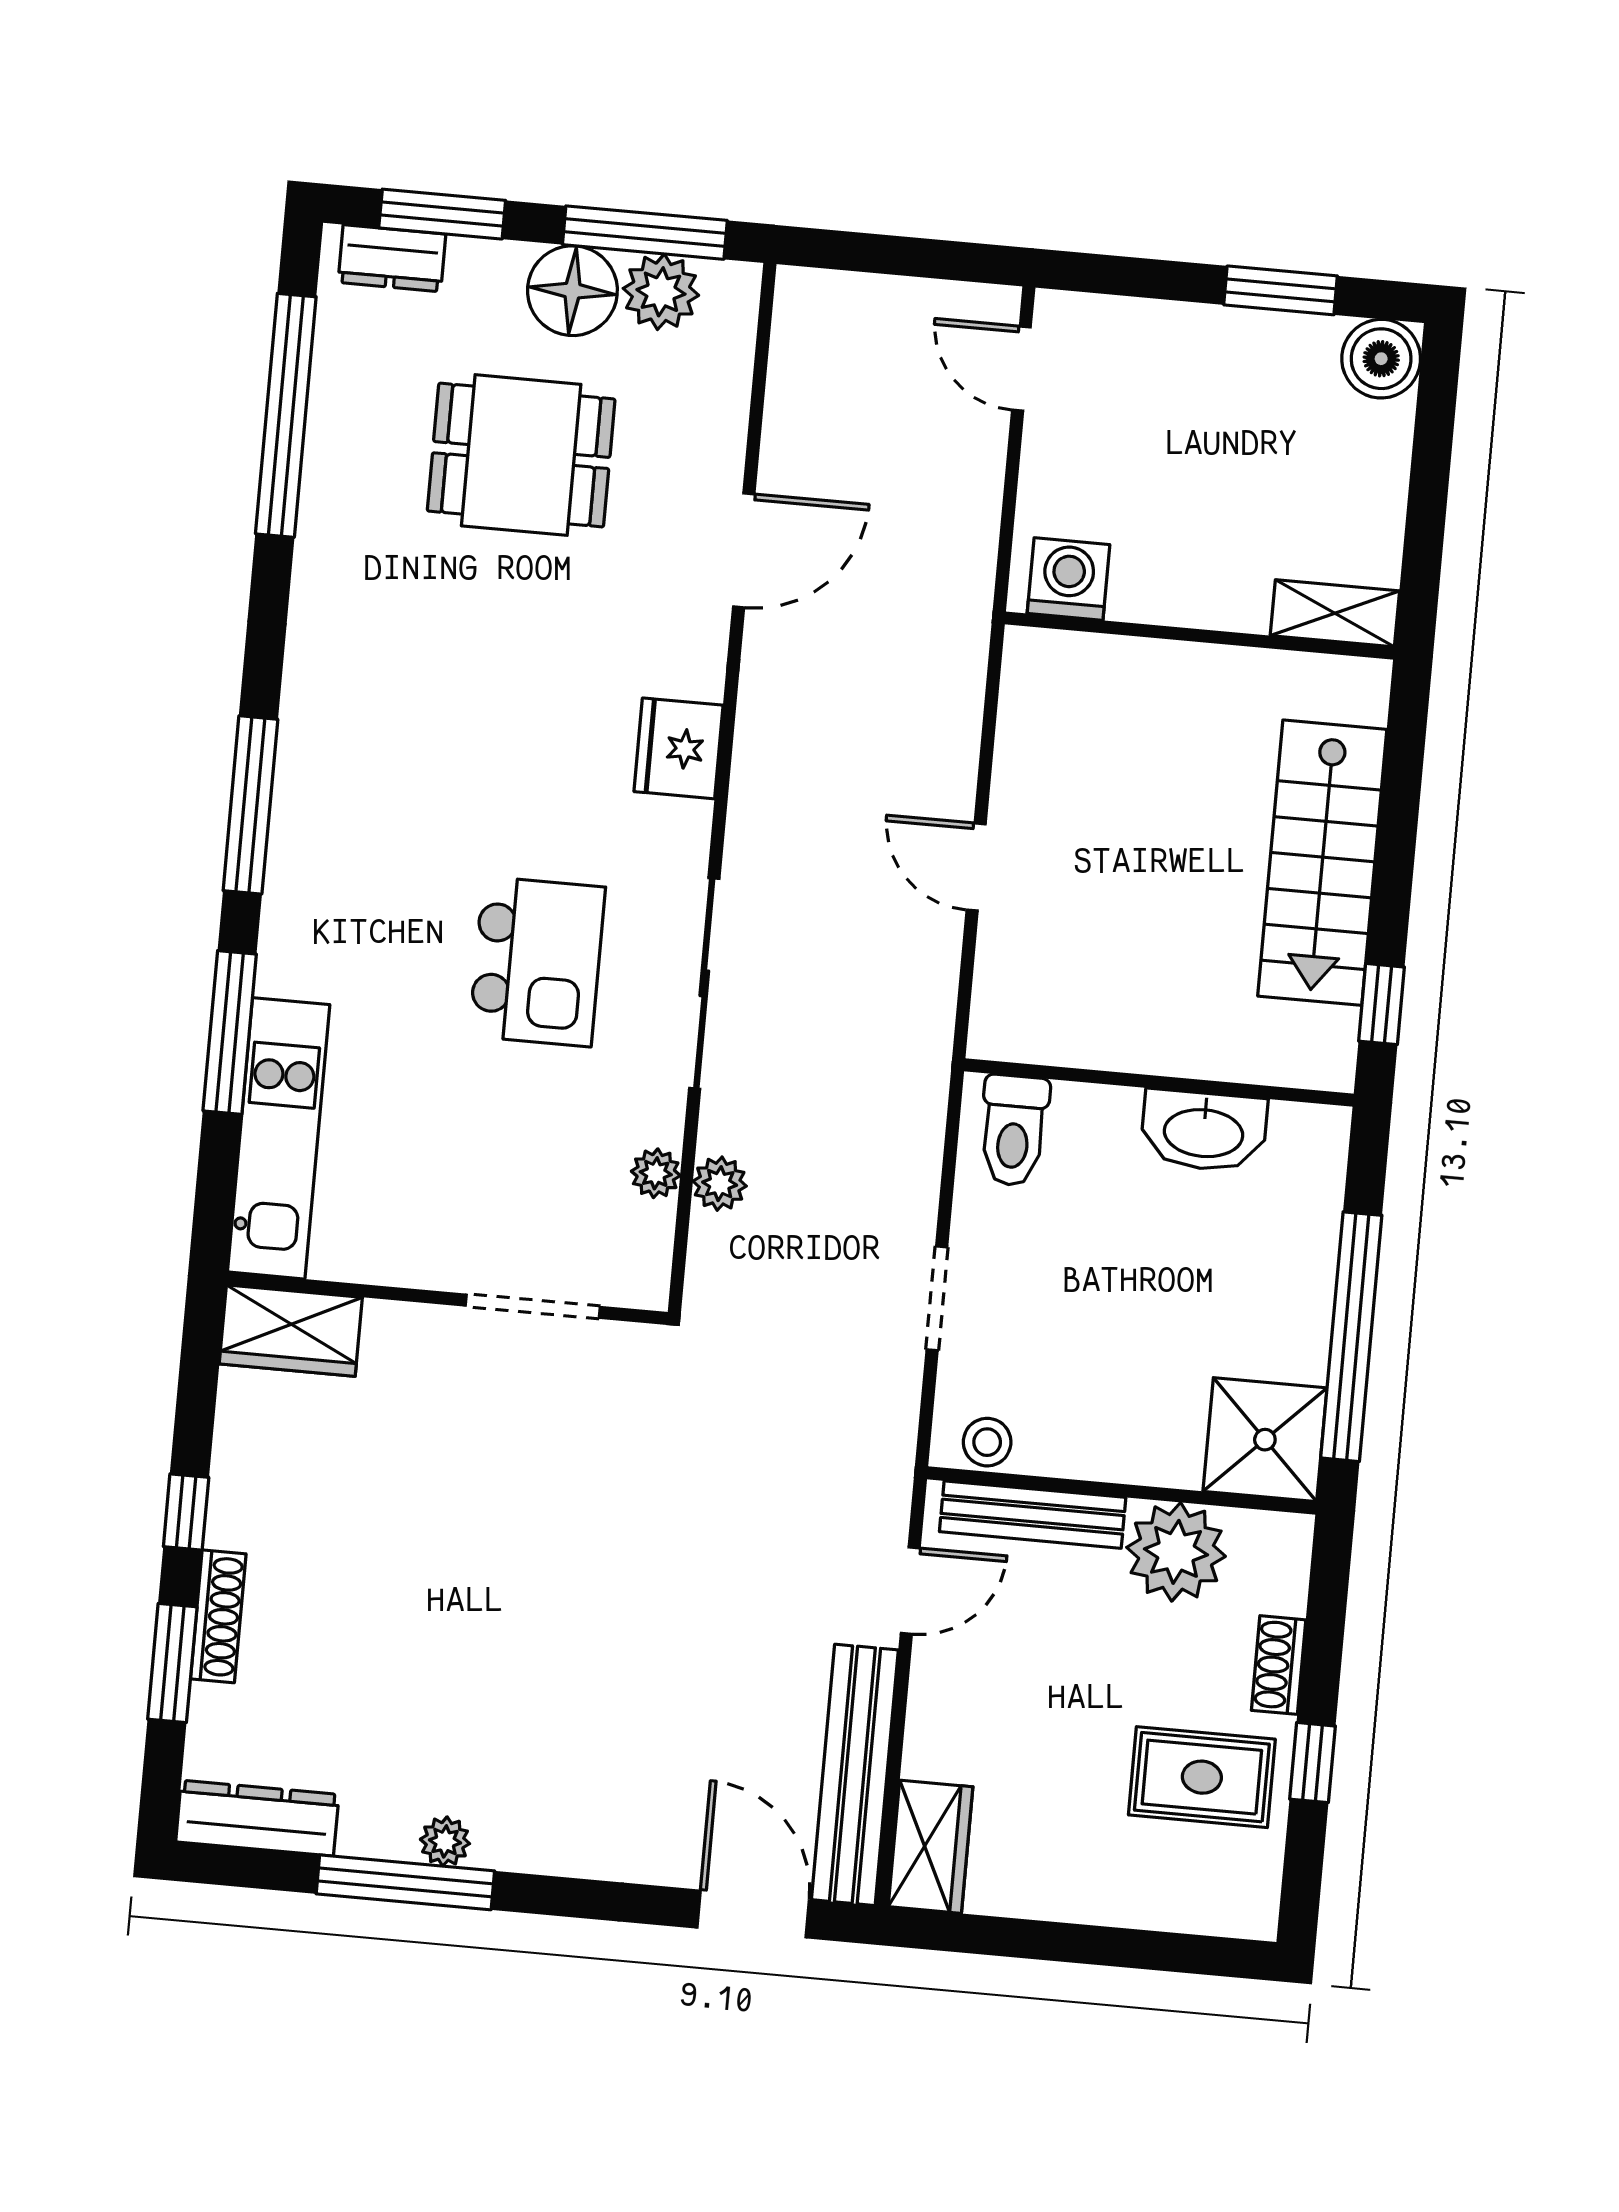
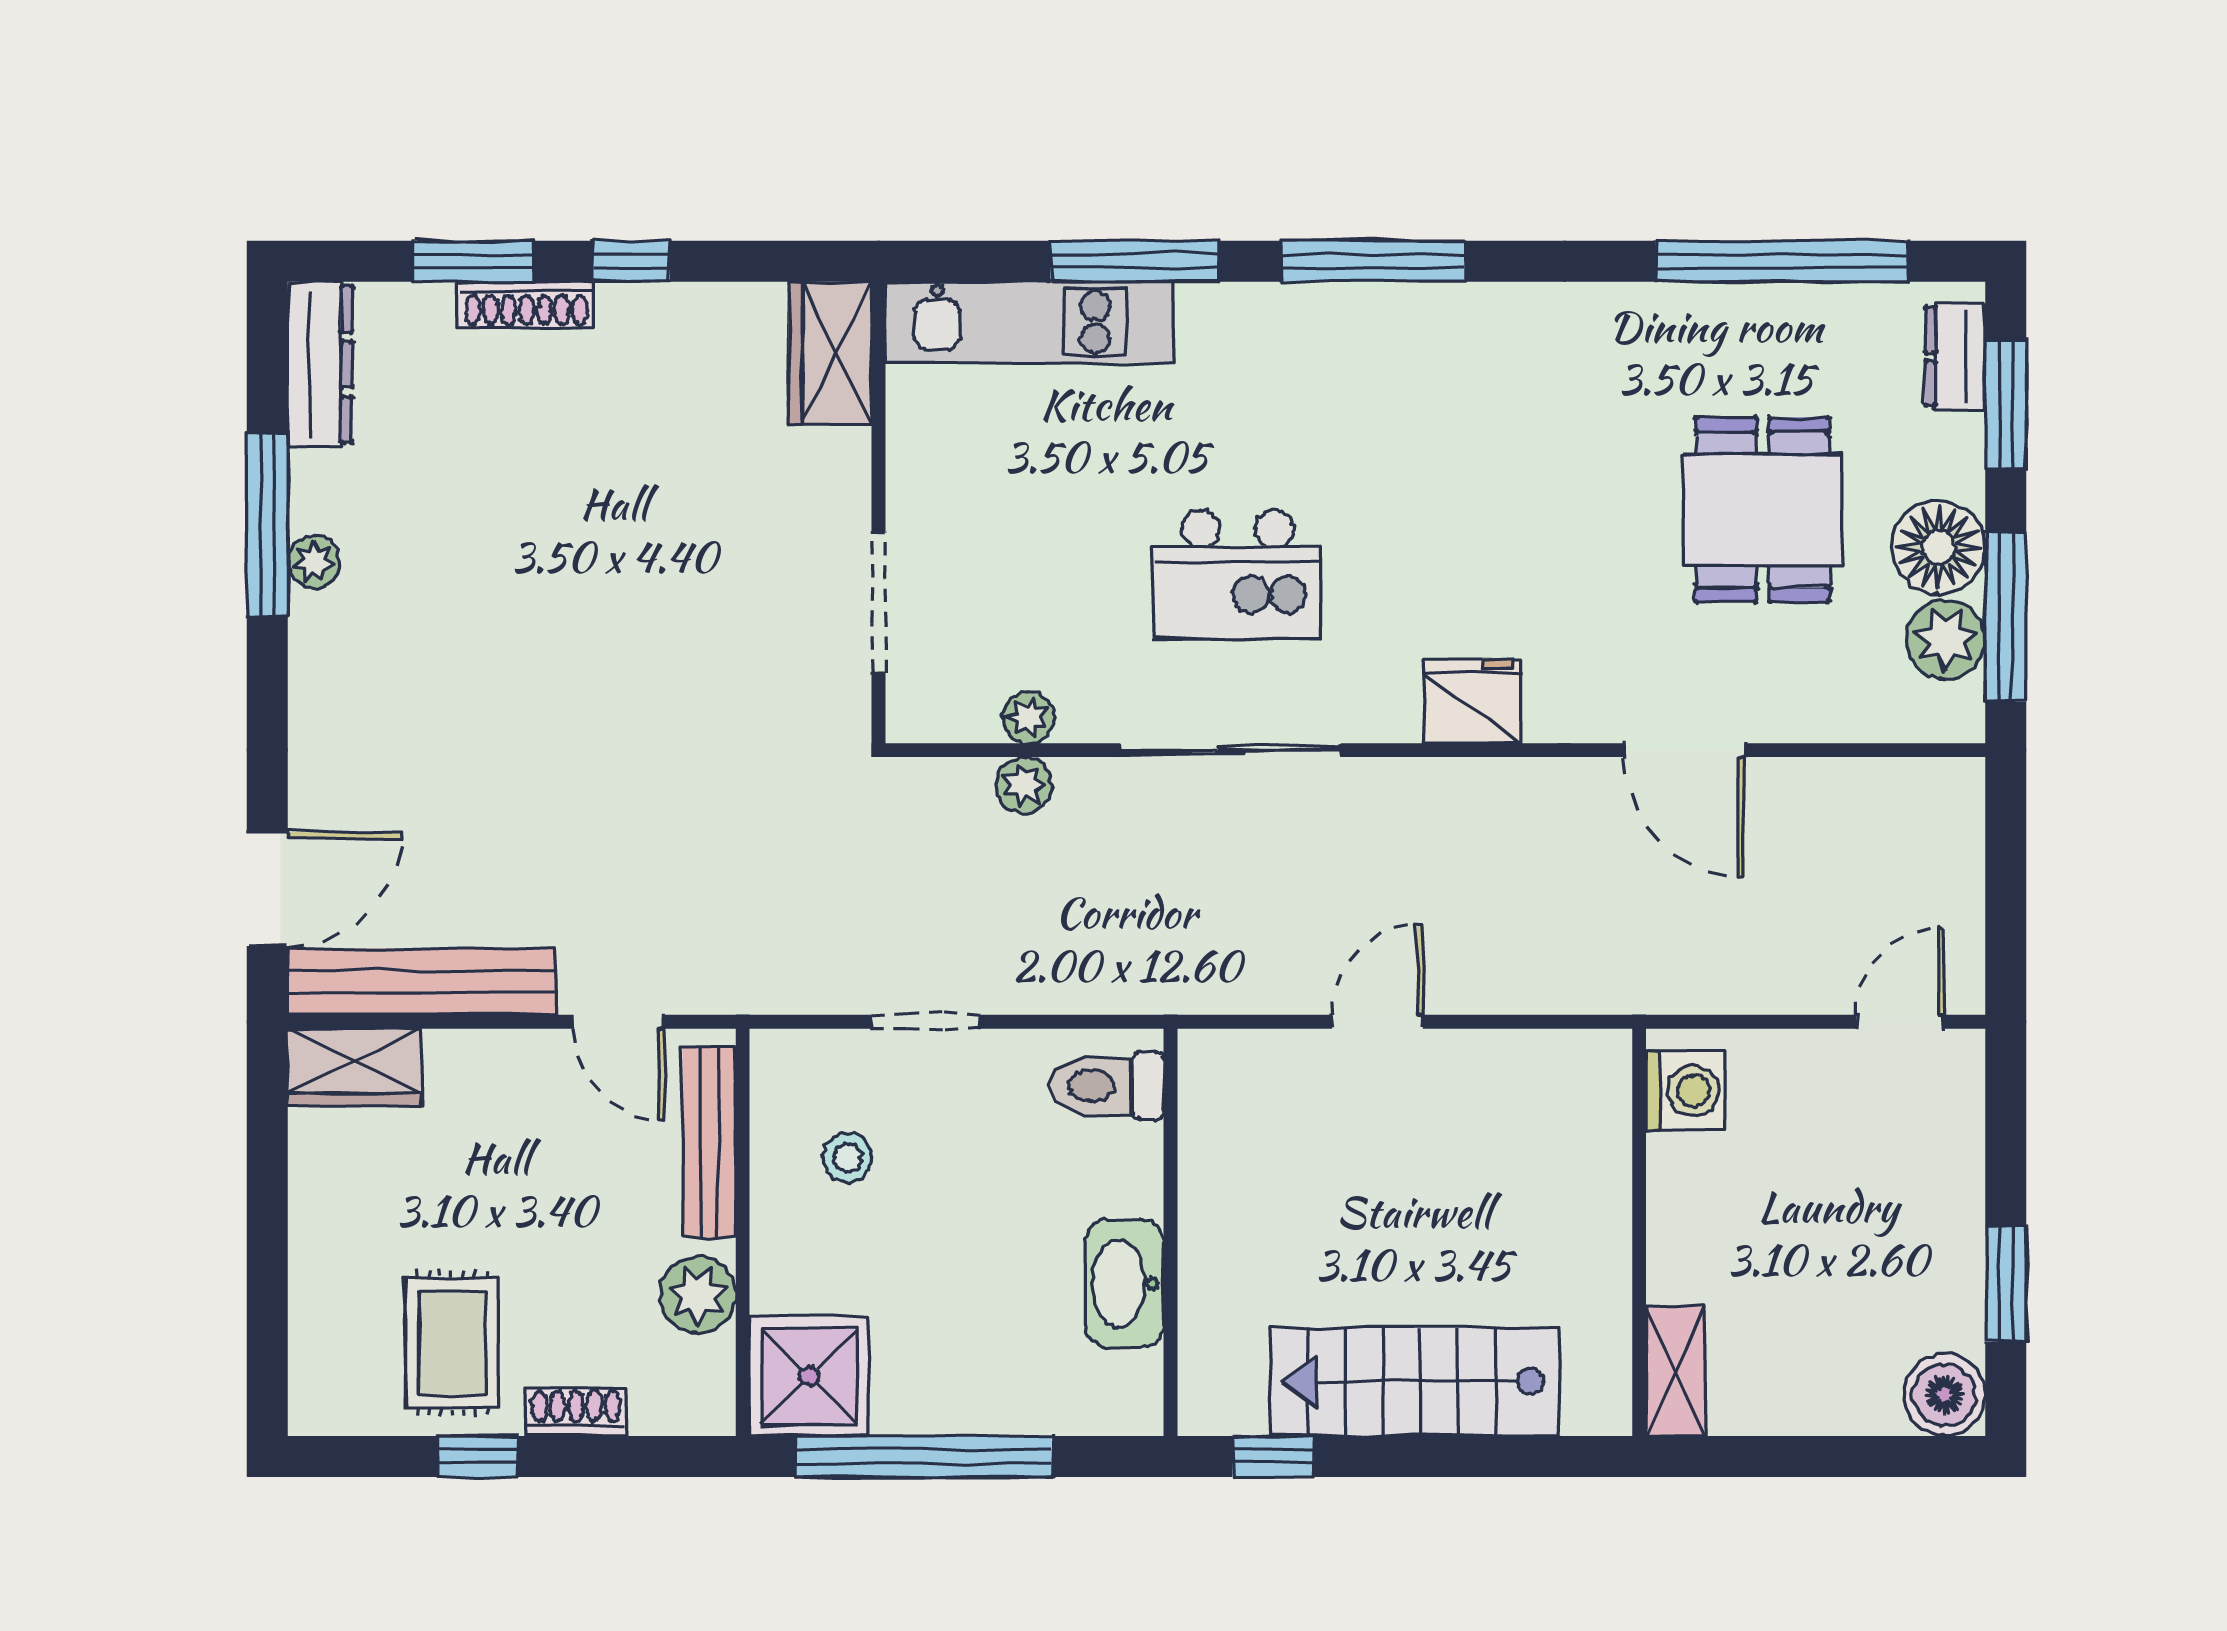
stool: (987, 1442) -> (848, 1158), moved
plant: (1176, 1552) -> (698, 1295), width x0.73, depth x0.73

